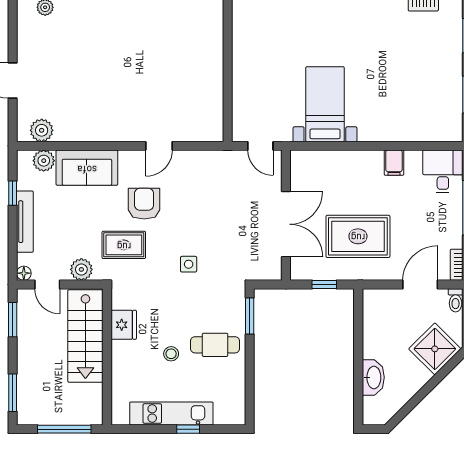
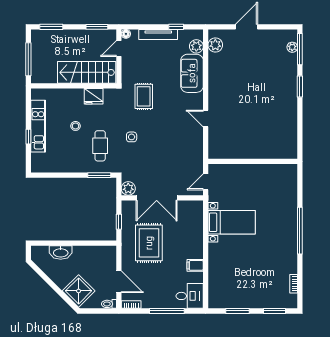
armchair: (144, 204) -> (169, 109), removed
plant: (81, 269) -> (128, 188), moved
cafe table: (215, 345) -> (100, 146), moved

